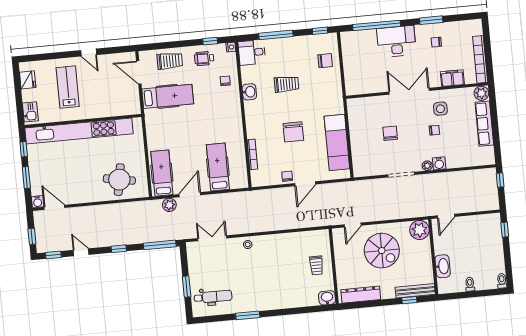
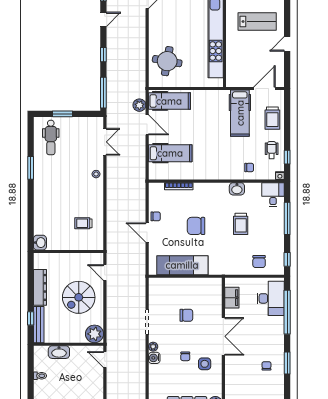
desk: (396, 41) -> (271, 298), moved
filing cabinet: (452, 78) -> (232, 298), moved
trolley: (316, 265) -> (83, 223), moved
dresser: (361, 295) -> (40, 287), moved

